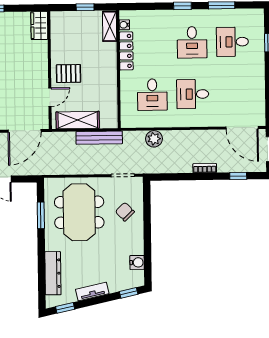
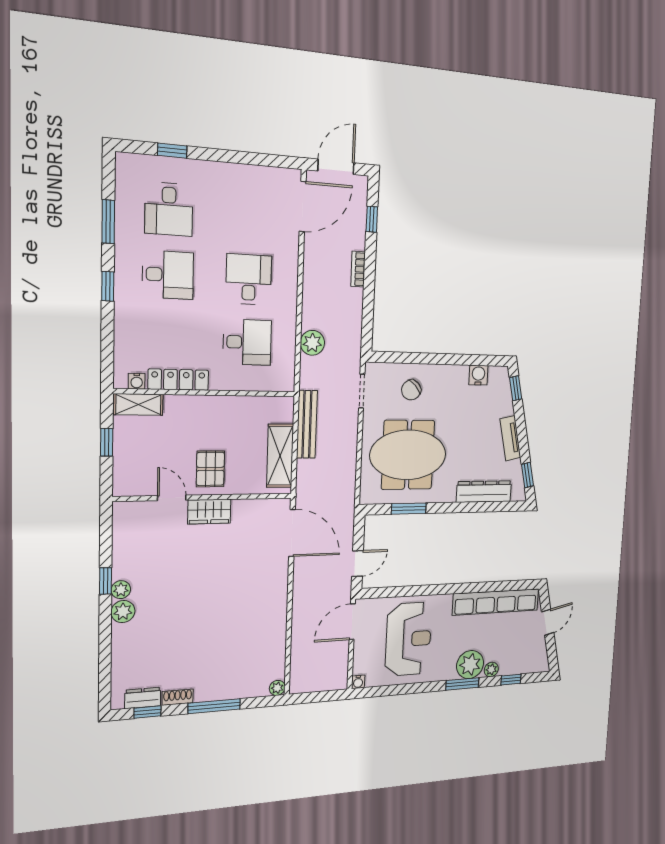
wardrobe: (39, 26) -> (209, 512), moved
desk: (193, 94) -> (249, 279), turned 180
door: (50, 97) -> (172, 498), moved

